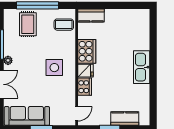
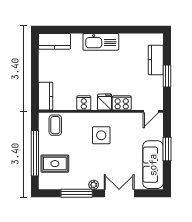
kitchen counter: (142, 24) -> (54, 41), added
cooker: (87, 51) -> (84, 103), width x0.53, depth x0.76
door: (77, 114) -> (151, 111), swing flipped

